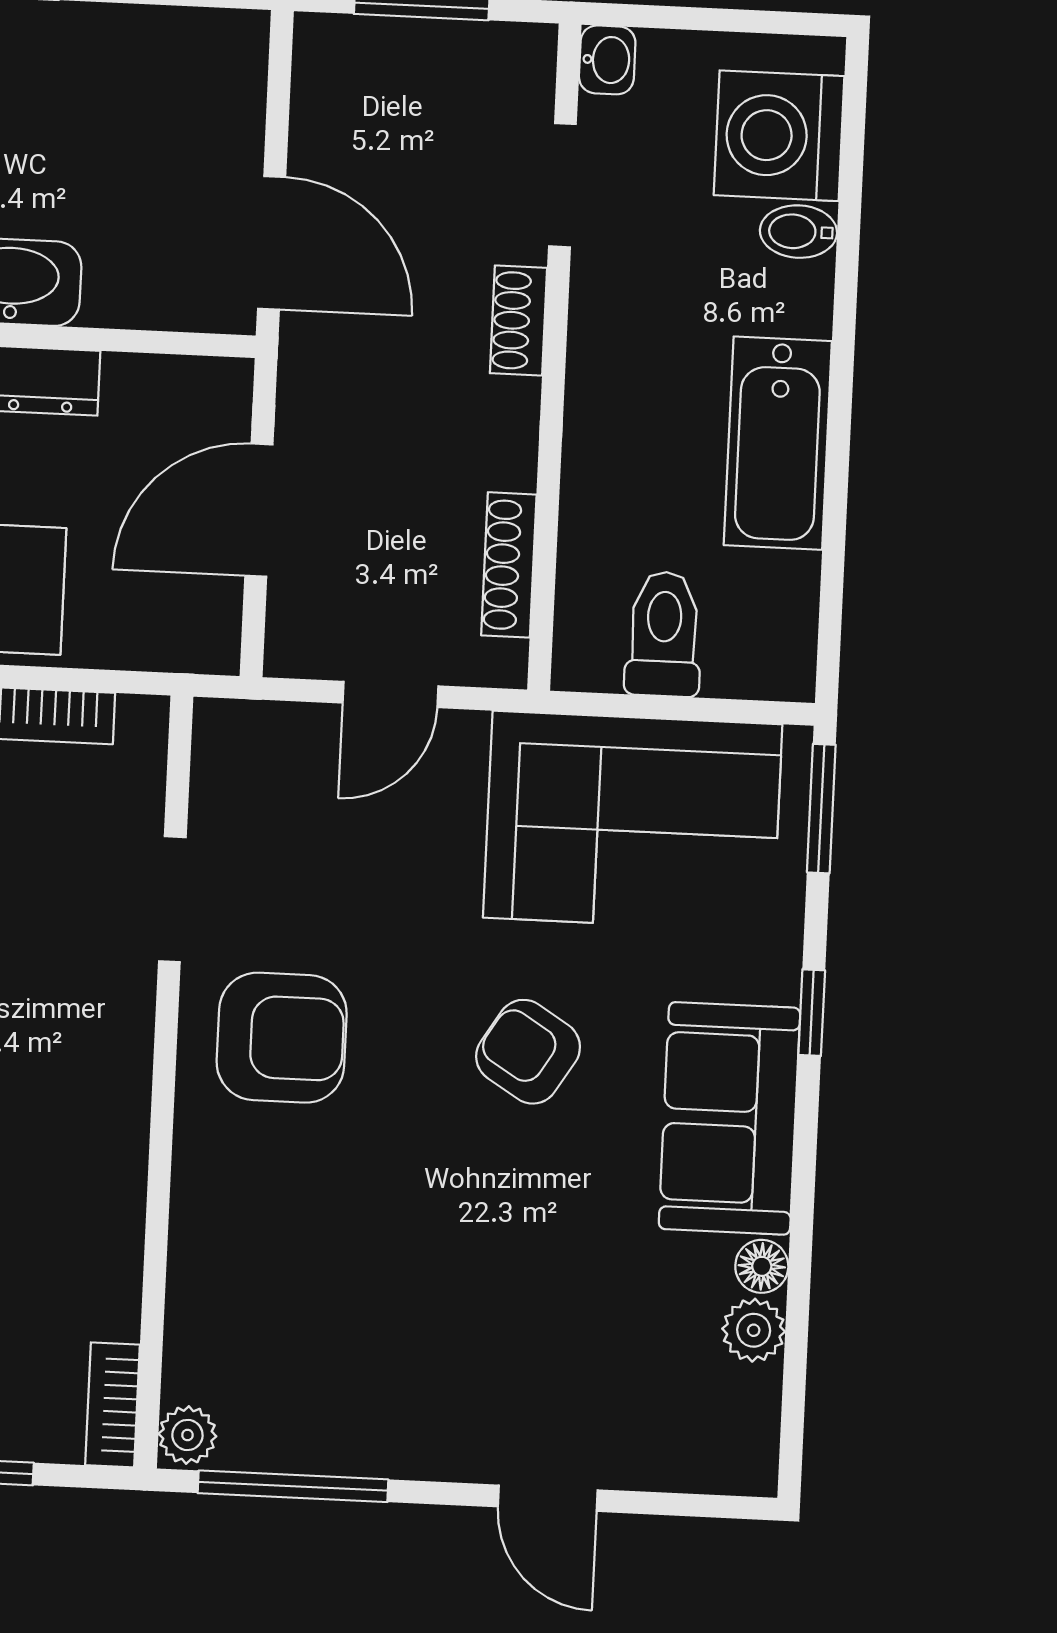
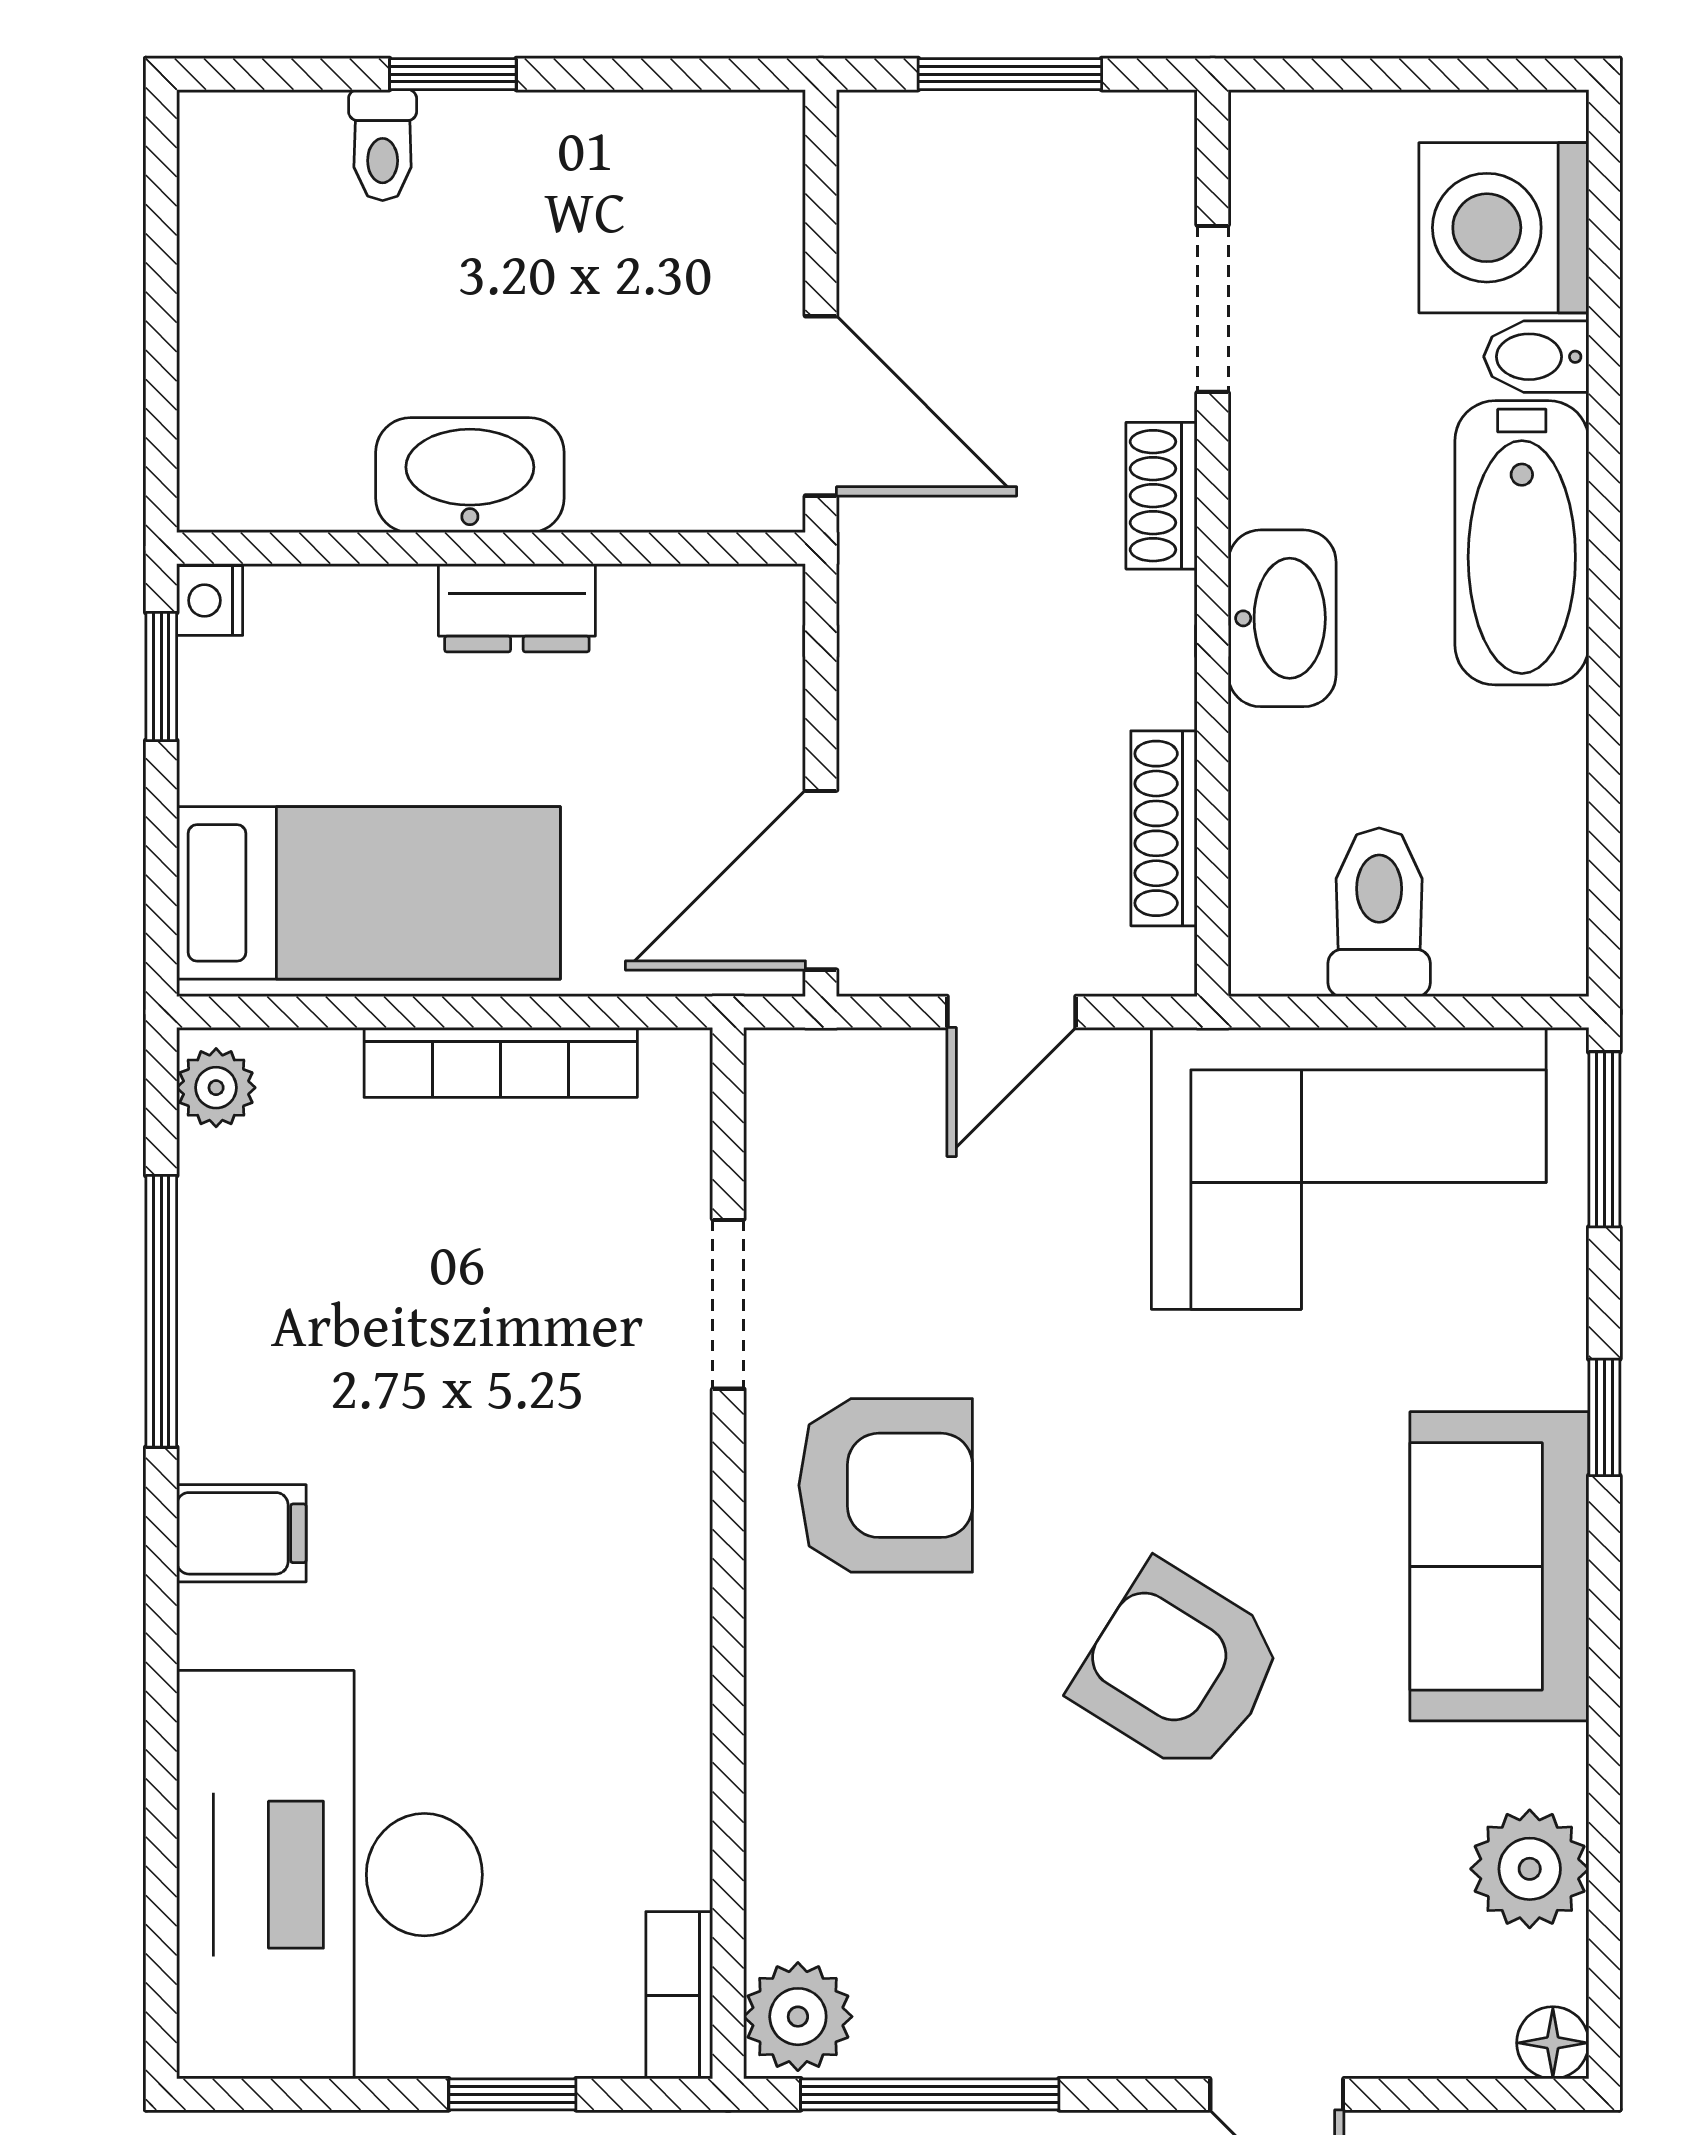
washbasin: (607, 60) -> (1282, 618), moved, width x1.91, depth x1.45
bathtub: (778, 443) -> (1522, 543), moved
door: (259, 510) -> (821, 880), moved
armchair: (528, 1052) -> (1179, 1669), moved, width x1.38, depth x1.38
floor lamp: (762, 1266) -> (1553, 2043), moved
plant: (754, 1330) -> (1530, 1869), width x1.38, depth x1.38
plant: (187, 1435) -> (798, 2017), width x1.38, depth x1.38

